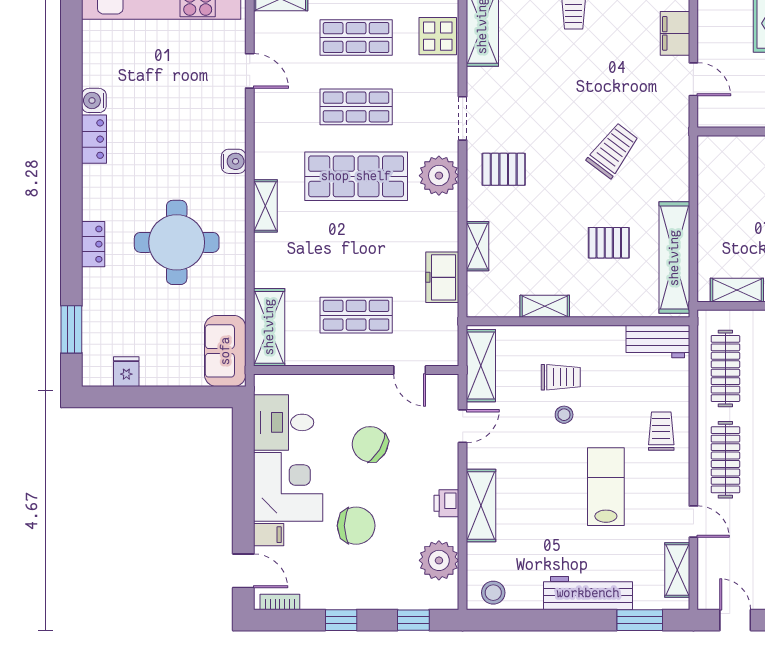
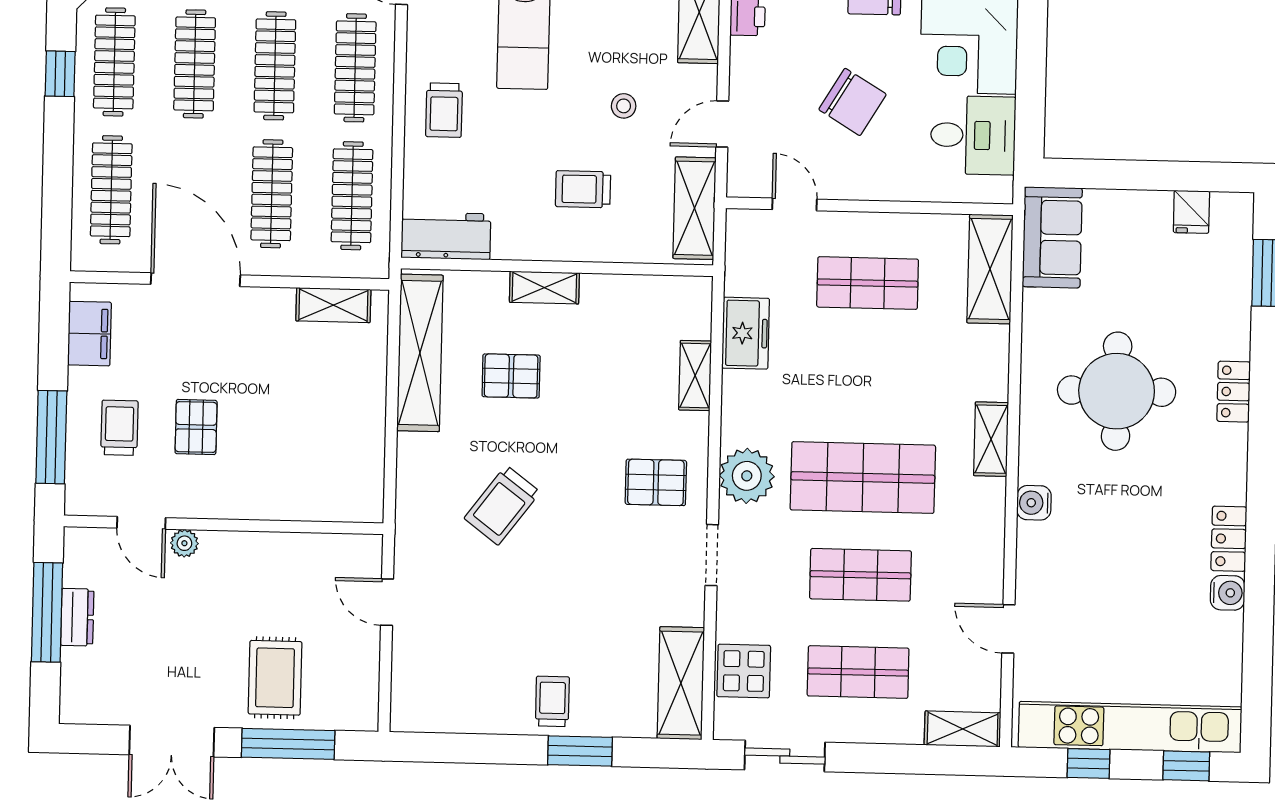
filing cabinet: (675, 33) -> (411, 667), removed
shelving: (545, 306) -> (544, 288), moved
stool: (564, 415) -> (624, 106), moved

